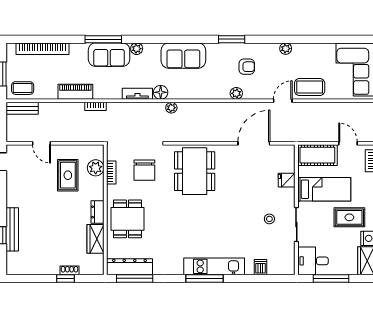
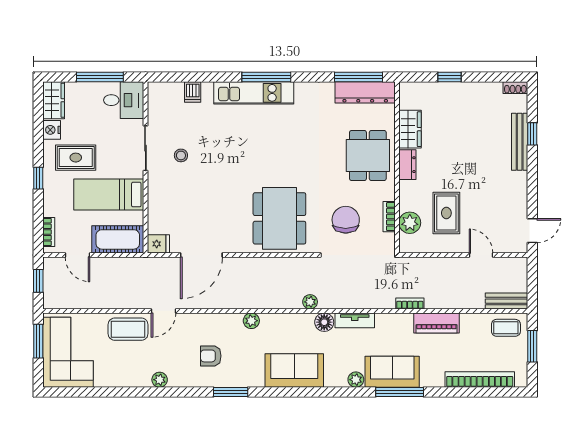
plant: (236, 93) -> (251, 321), moved
fridge: (287, 180) -> (158, 244), moved
shoe rack: (69, 270) -> (515, 88), moved

